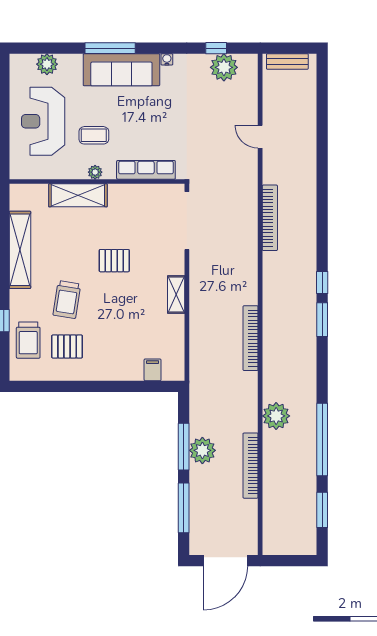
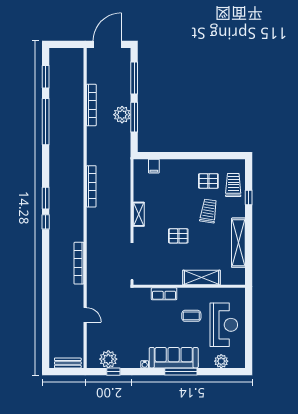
row of seats: (146, 170) -> (164, 294), width x0.68
plant: (95, 172) -> (191, 292), removed
plant: (276, 416) -> (75, 137), removed

